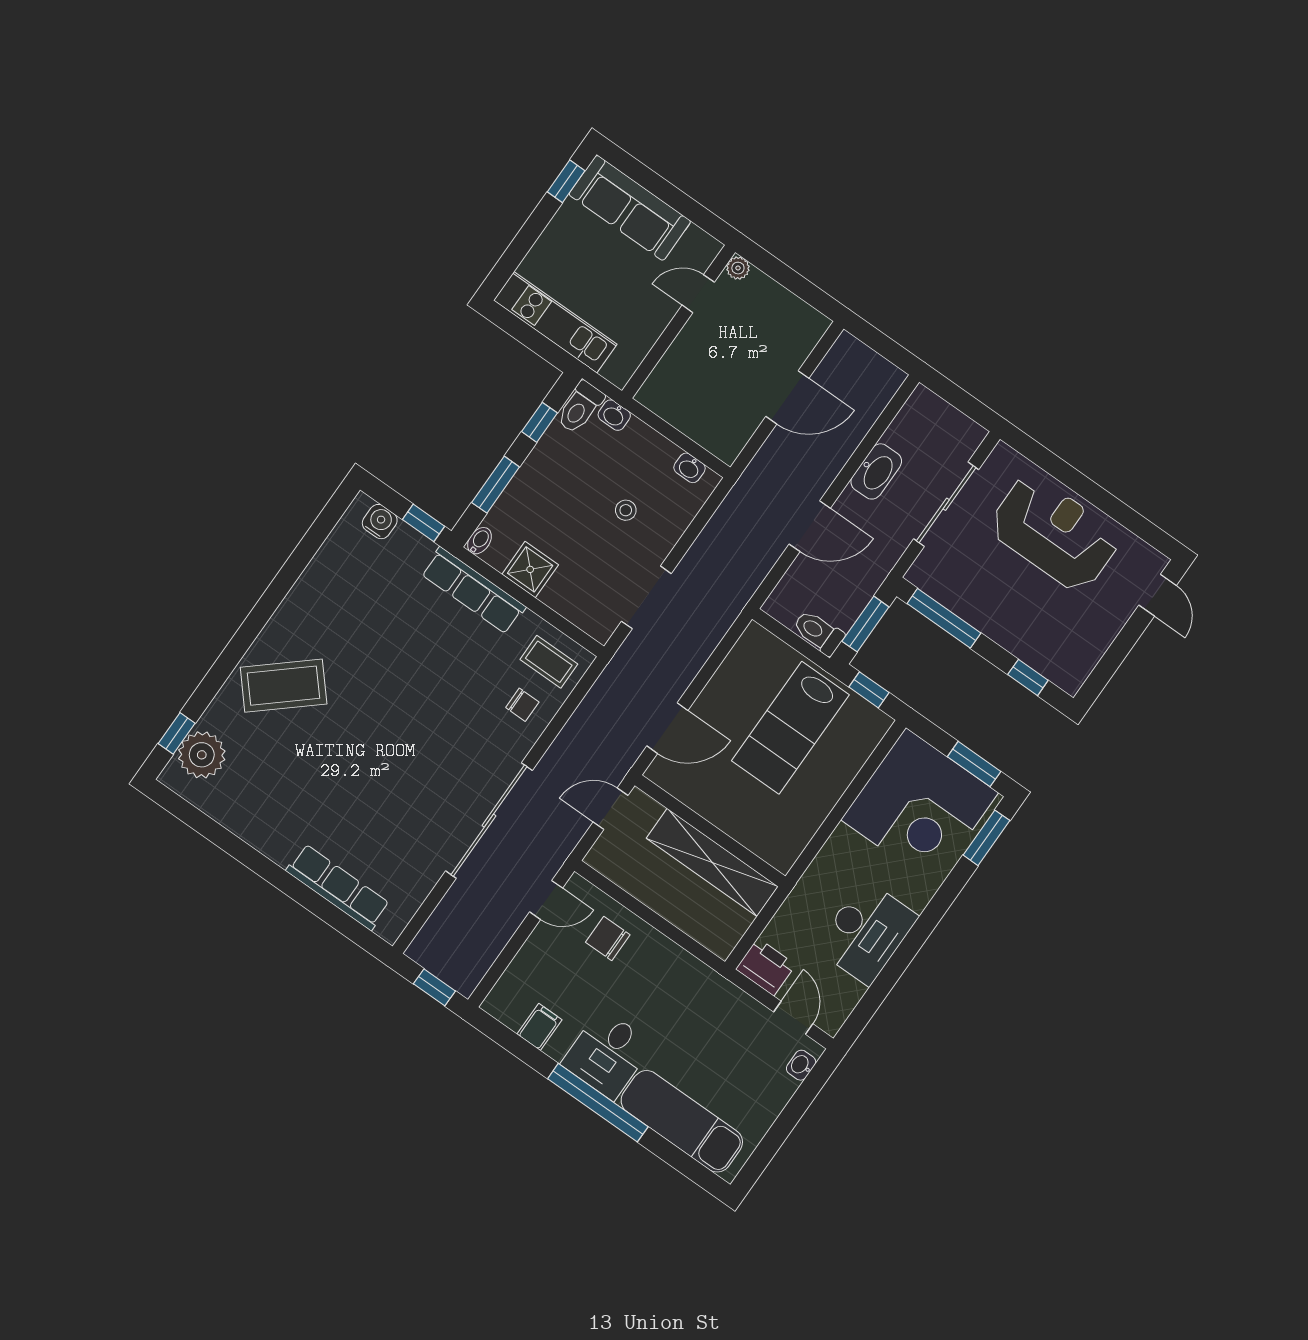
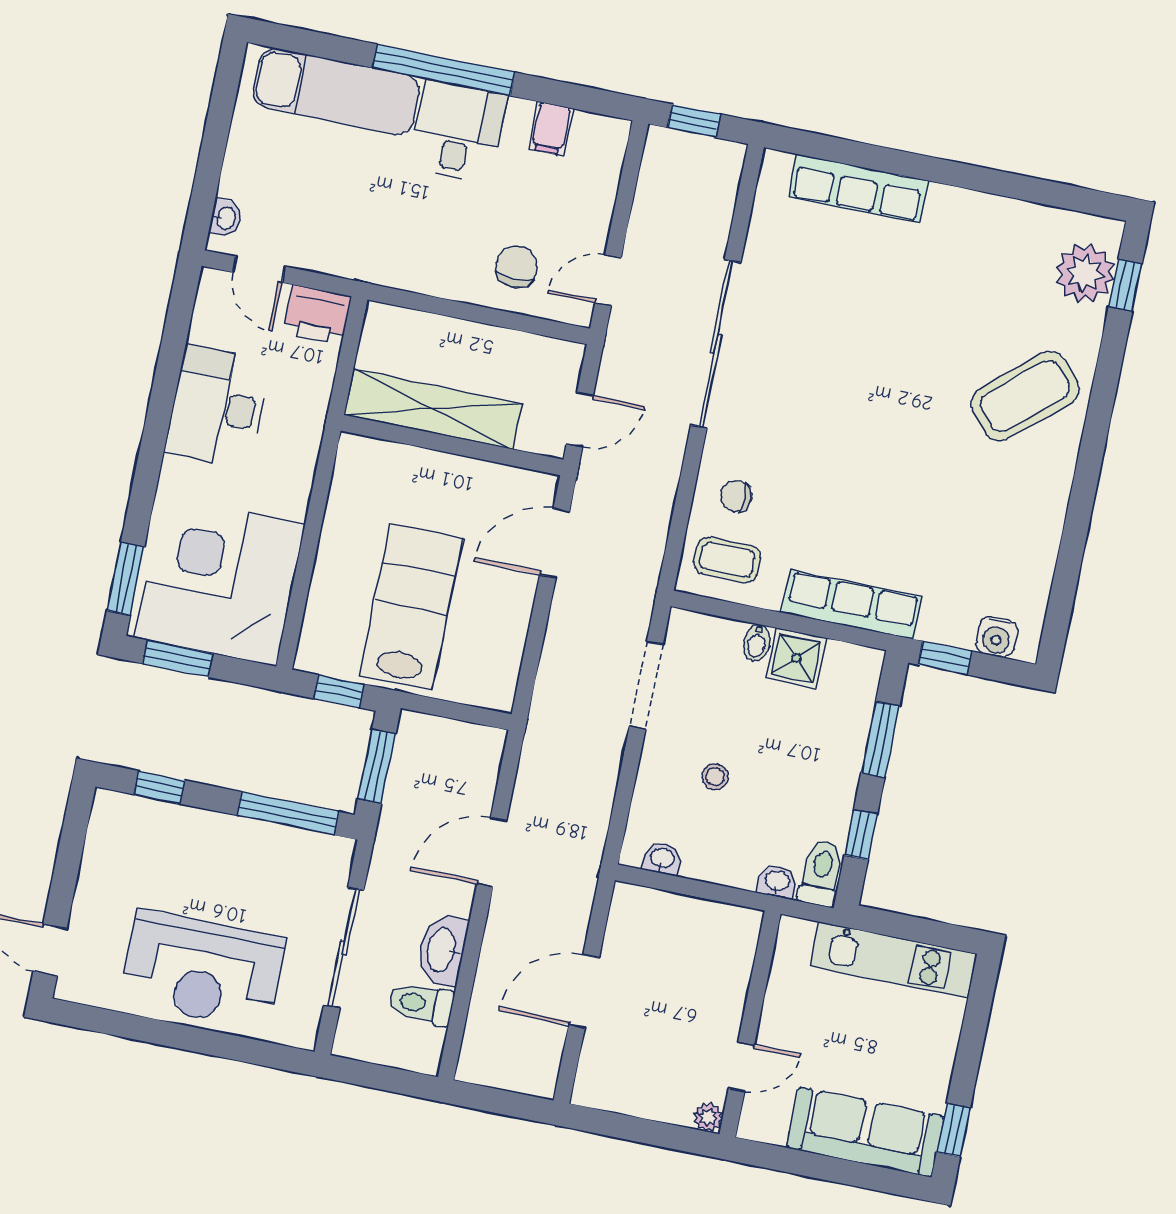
bidet: (480, 541) -> (757, 643), moved
toilet: (818, 632) -> (421, 1004), moved, turned 180
chair: (608, 938) -> (516, 267), turned -90

